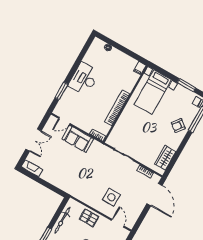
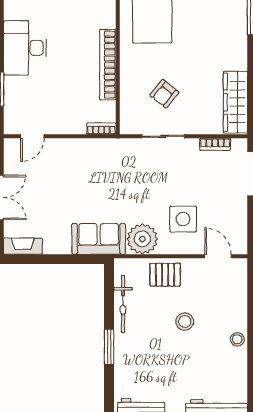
armchair: (178, 126) -> (164, 94), moved
sofa: (78, 139) -> (99, 239), moved, turned 180
wardrobe: (165, 158) -> (235, 102), width x1.50
plant: (88, 196) -> (142, 239), added

